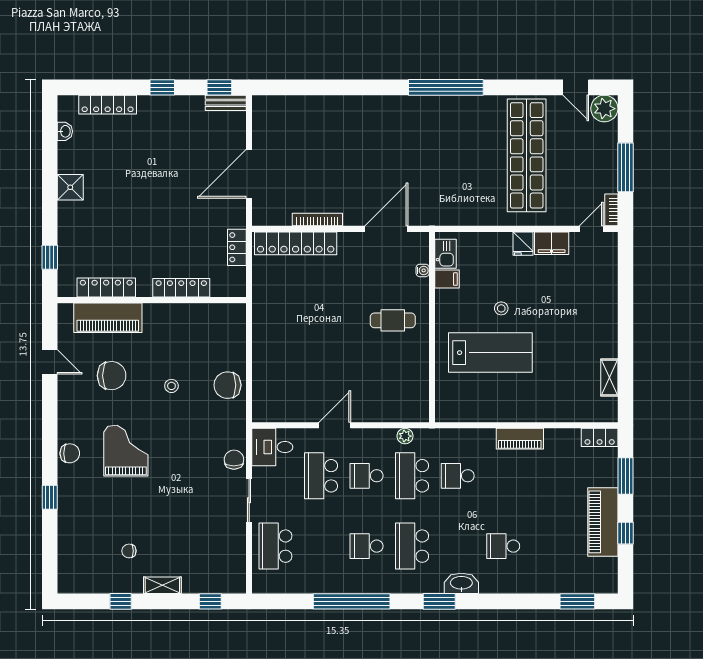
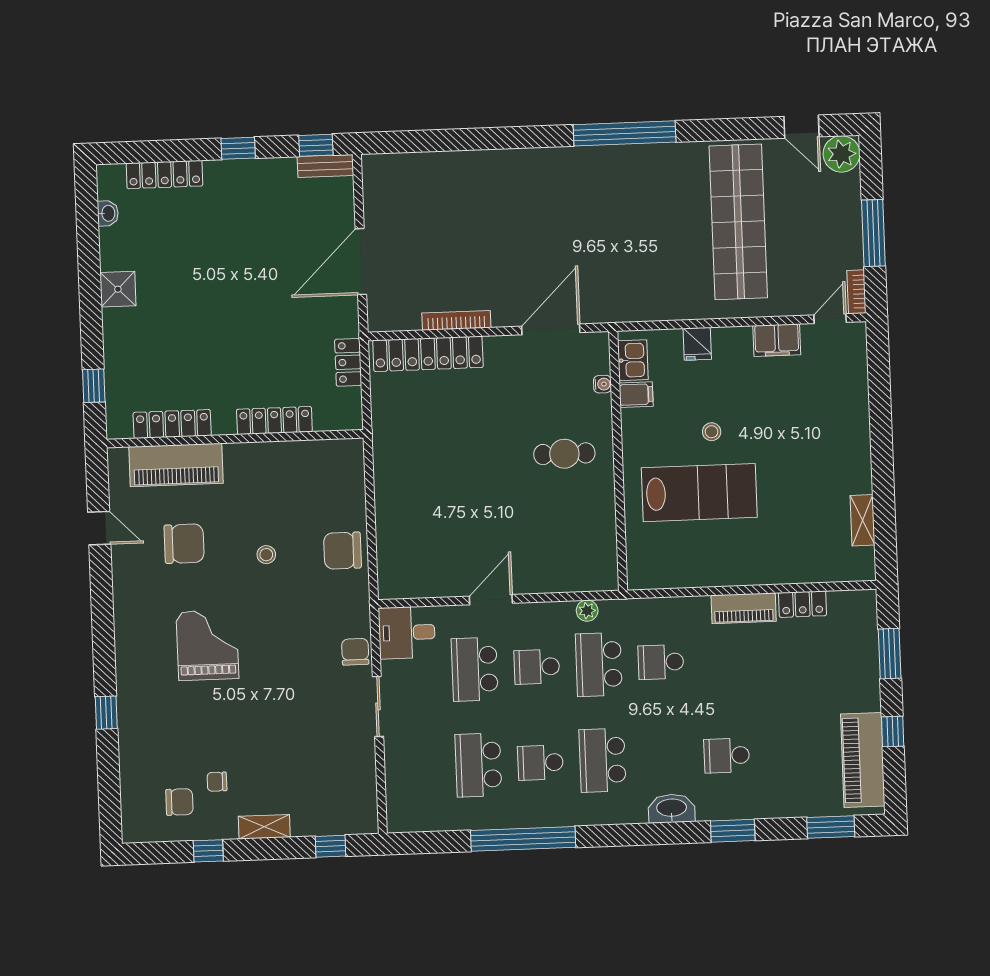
fridge: (523, 244) -> (697, 344), moved
locker: (600, 437) -> (802, 604), moved
chair: (70, 453) -> (179, 802), moved
piano: (603, 522) -> (863, 760), moved
school desk: (275, 546) -> (478, 765), moved
window: (439, 601) -> (733, 831), moved

